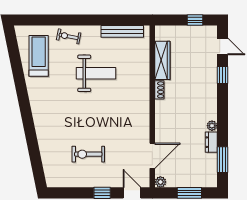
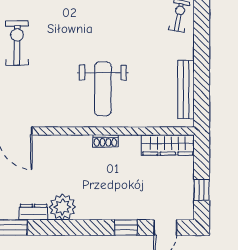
wardrobe: (162, 60) -> (168, 145), moved
weight bench: (96, 73) -> (103, 89), moved
plant: (212, 126) -> (62, 207), width x1.88, depth x1.88

